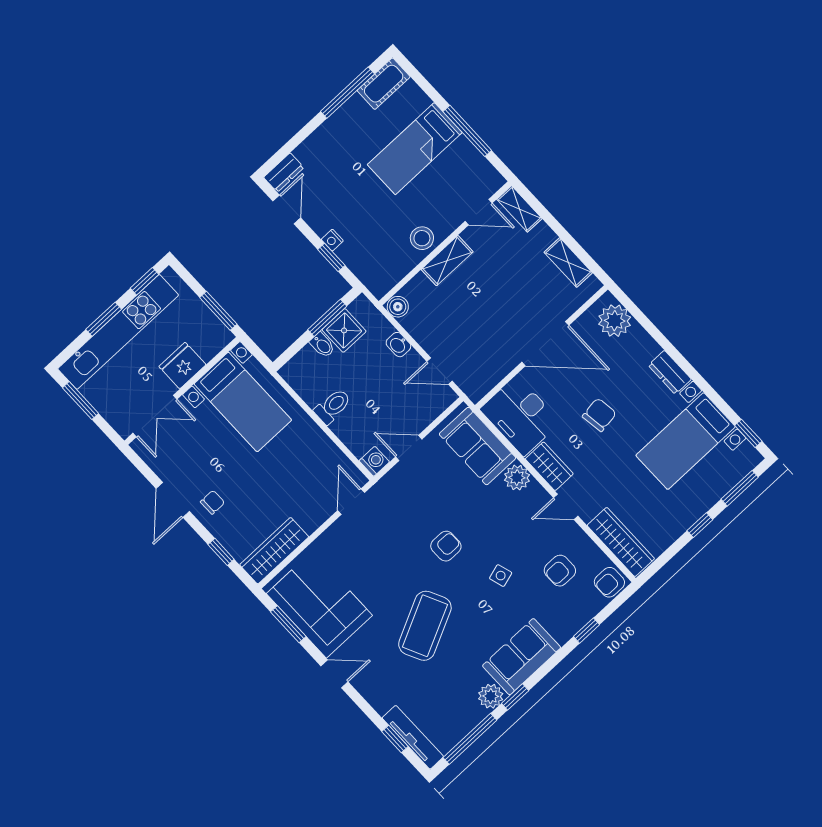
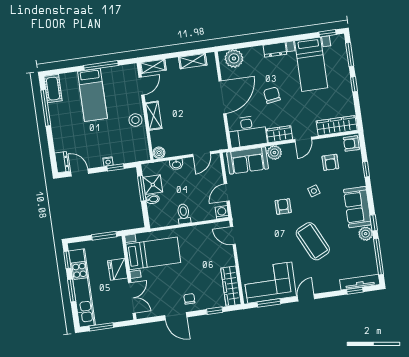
armchair: (609, 582) -> (351, 144), turned 90

